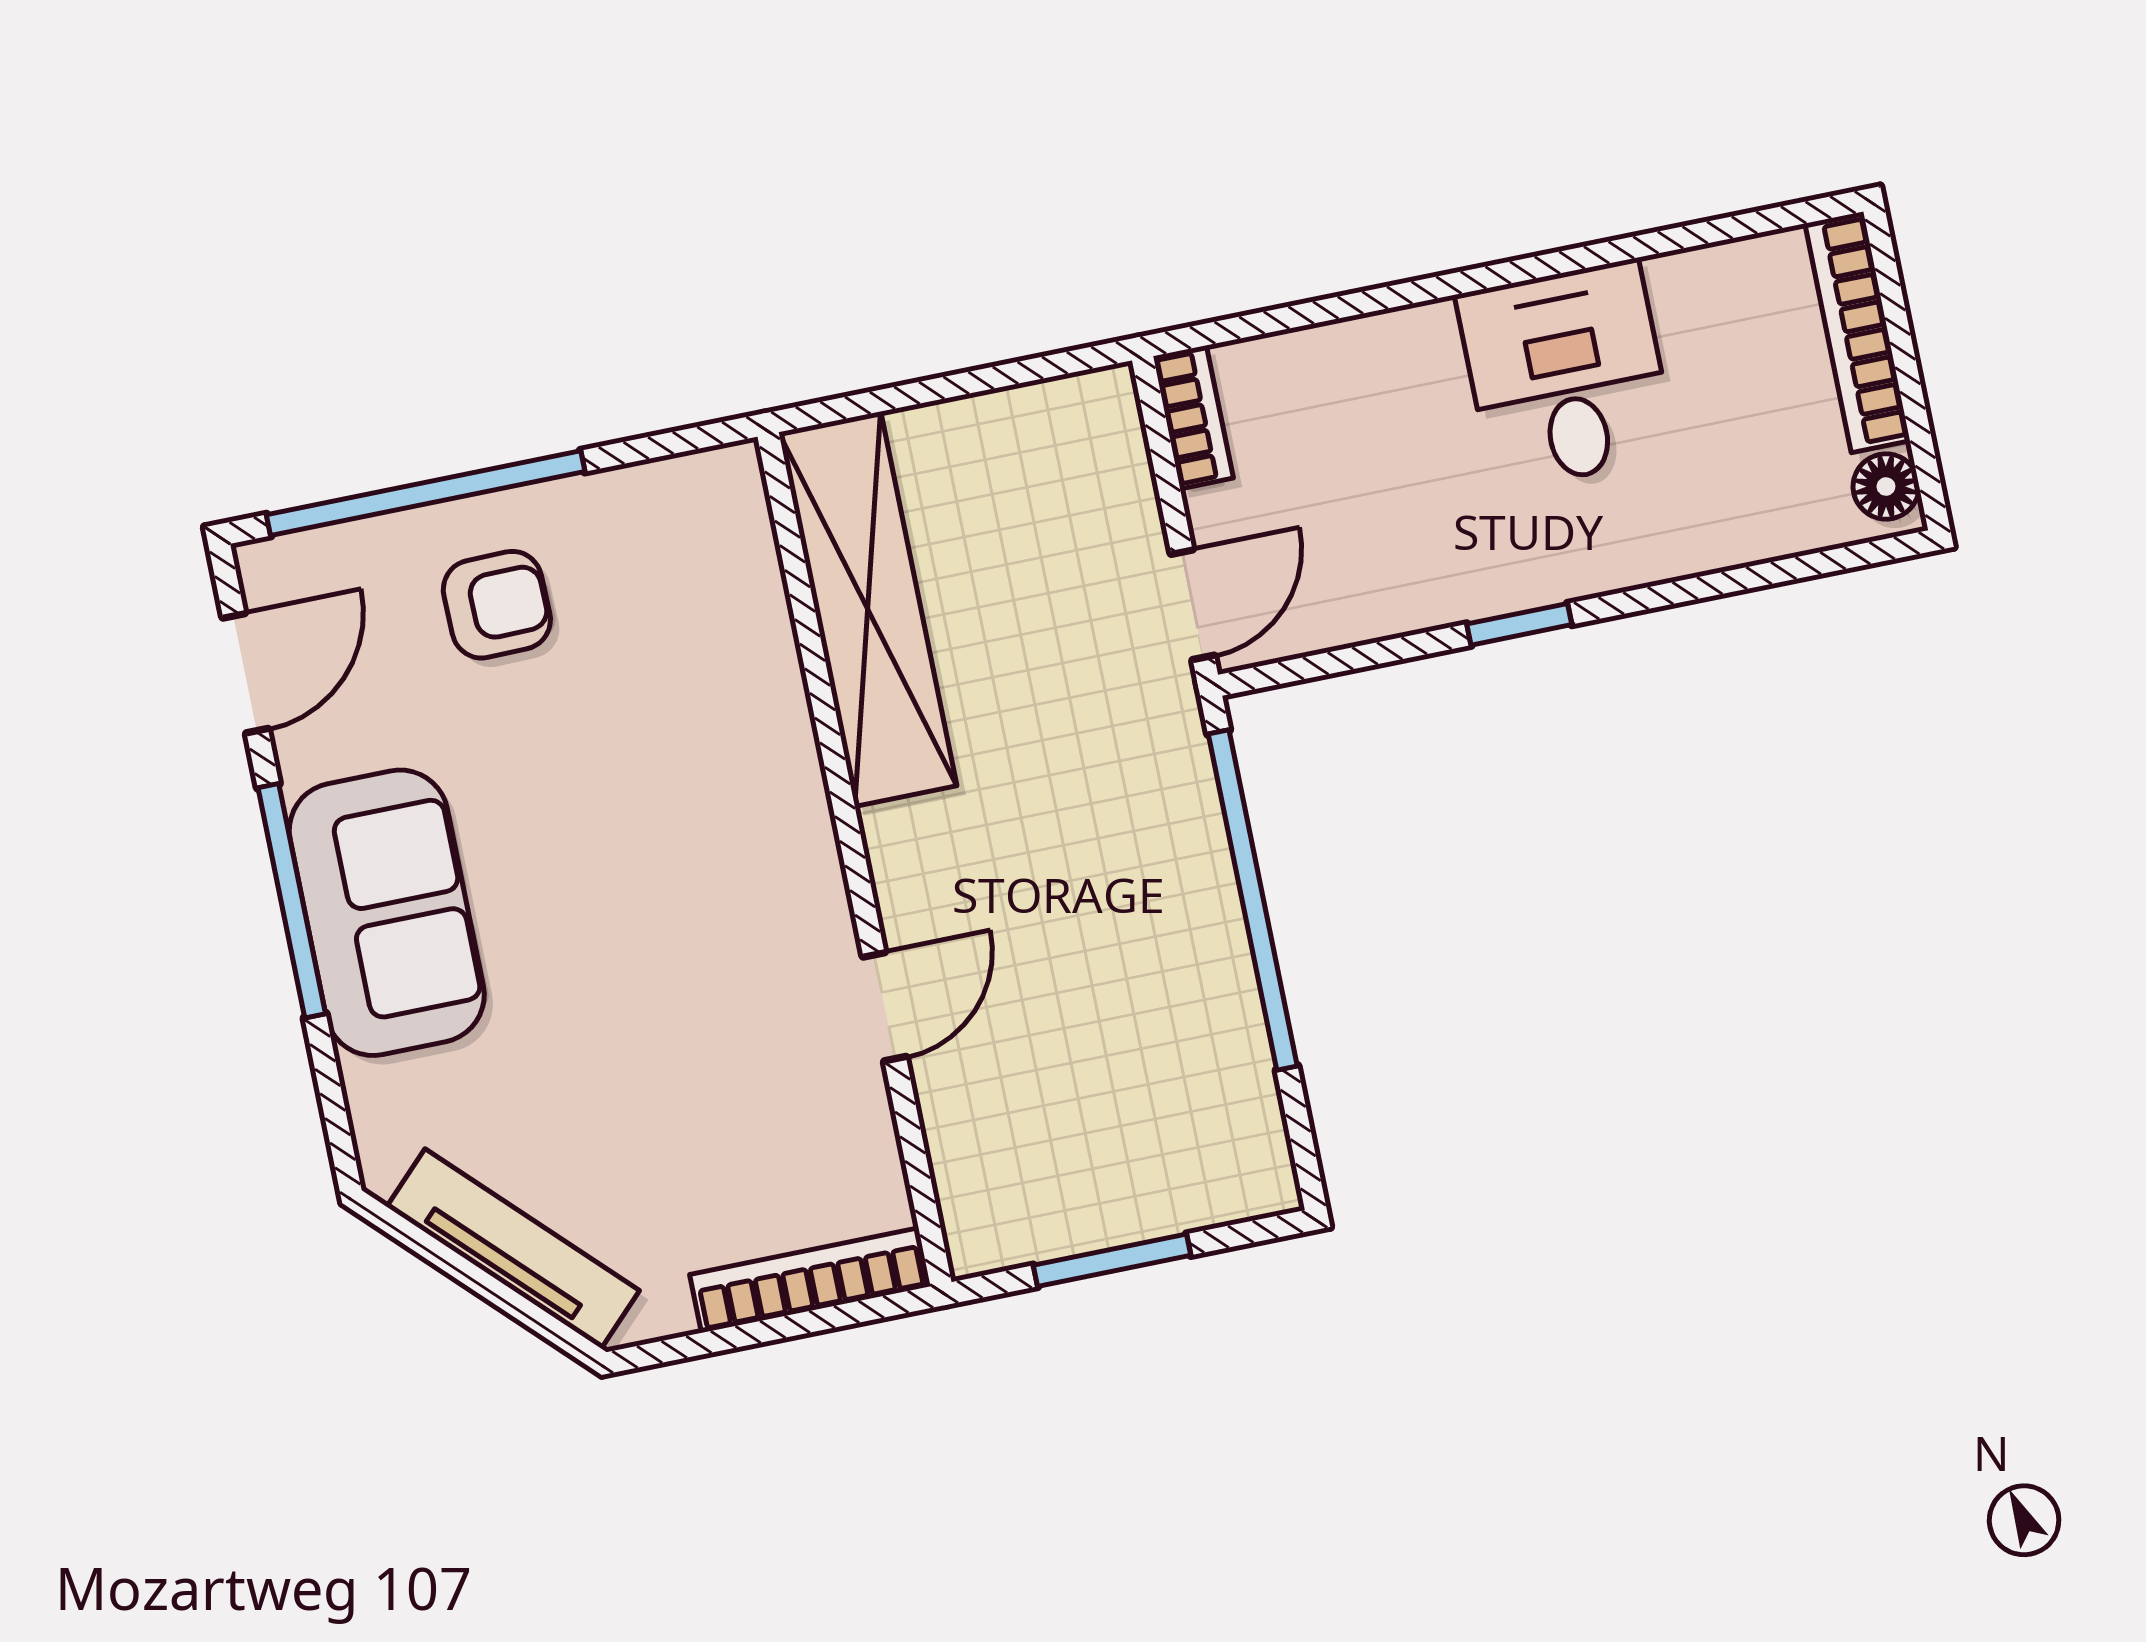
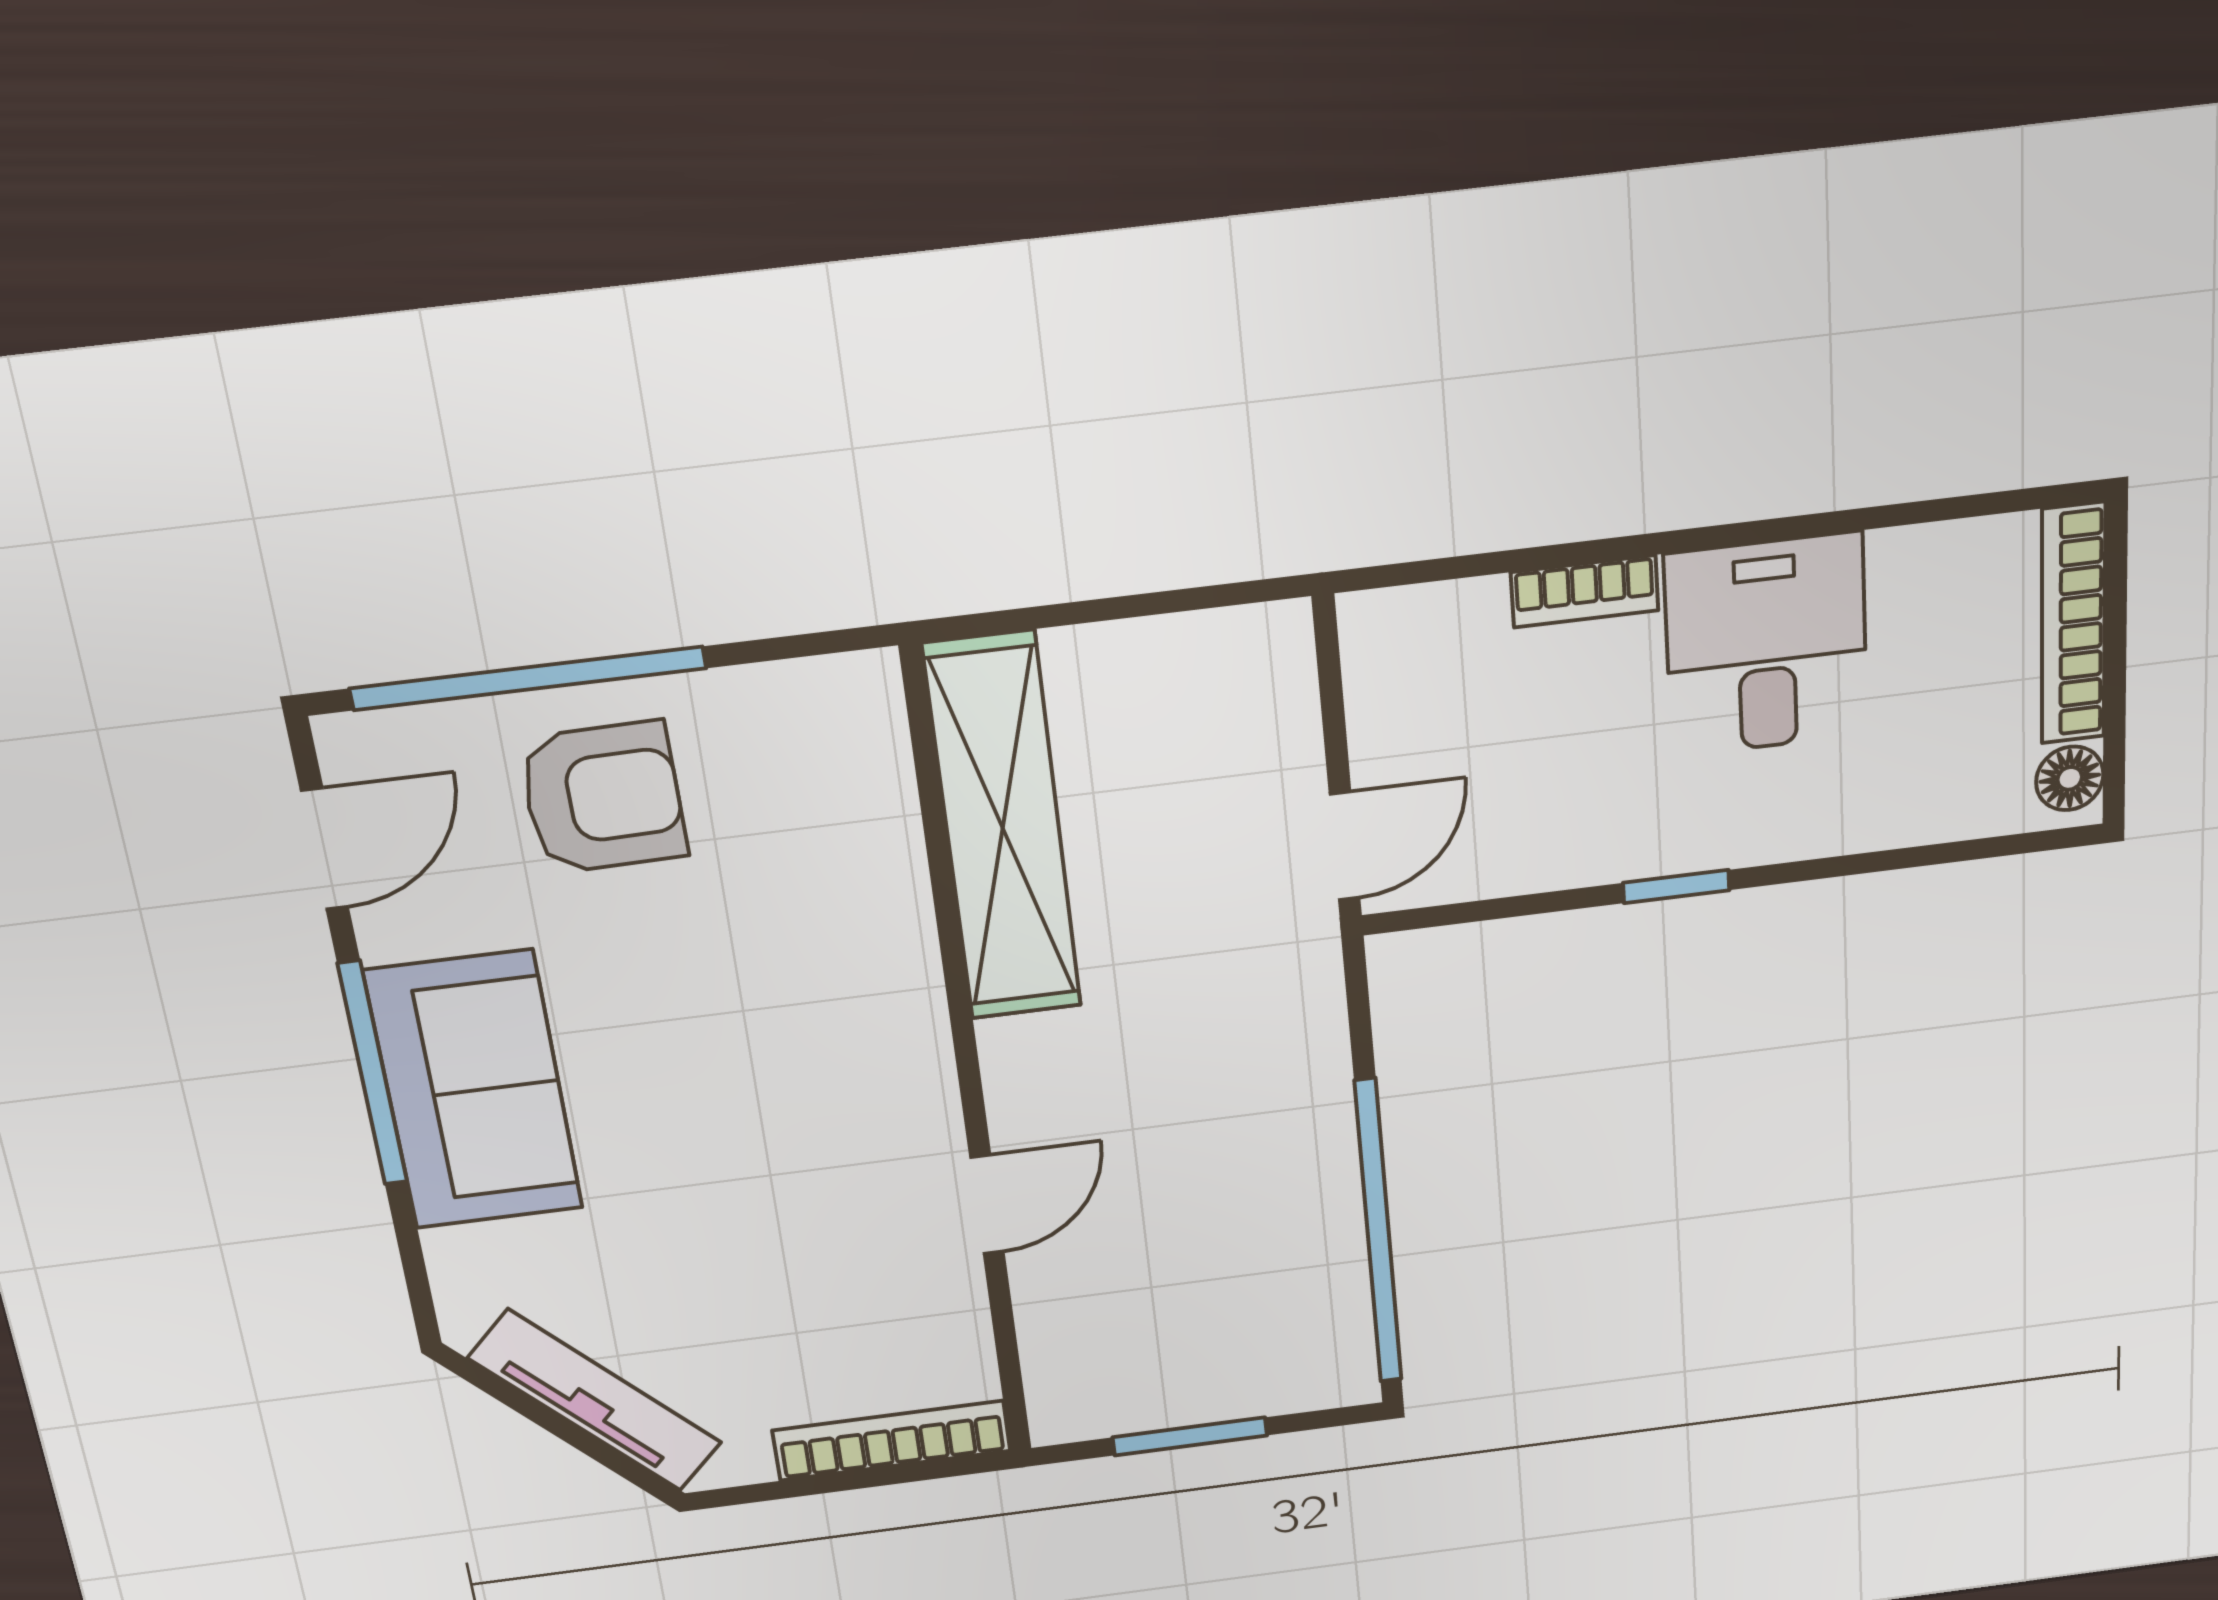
bookcase: (1193, 417) -> (1585, 591), moved, turned 90
armchair: (497, 605) -> (603, 798), width x1.38, depth x1.38
window: (1253, 900) -> (1378, 1232), moved

